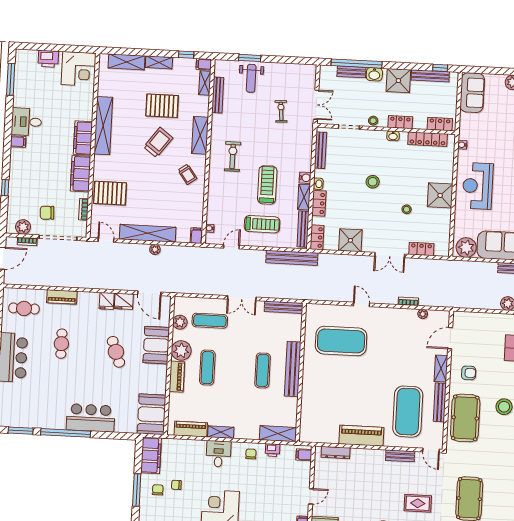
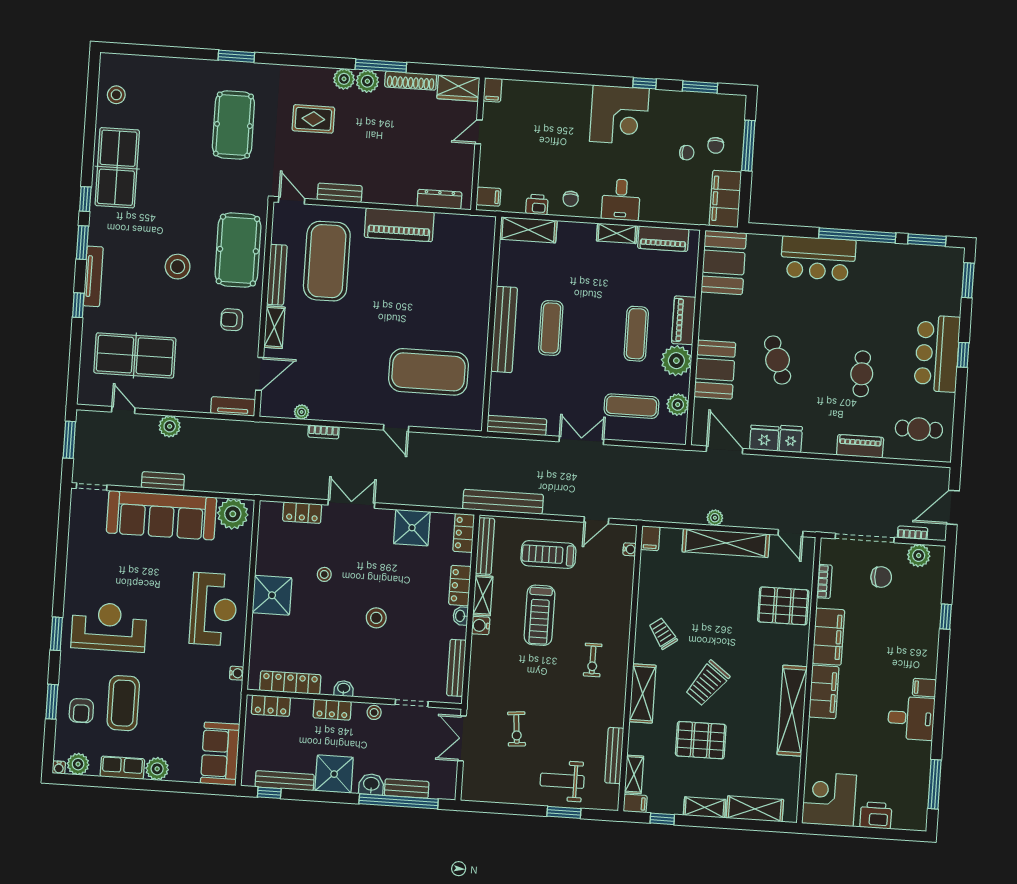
weight bench: (251, 78) -> (562, 781), turned -90
exercise bike: (233, 156) -> (593, 660), width x0.73, depth x0.72
tv unit: (467, 317) -> (233, 406), added

